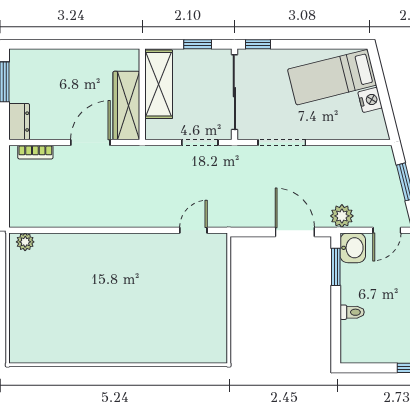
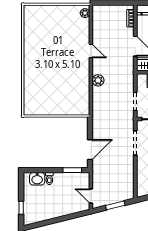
plant: (342, 216) -> (98, 80), moved
door: (193, 230) -> (91, 51), moved
washbasin: (353, 248) -> (37, 179), moved

